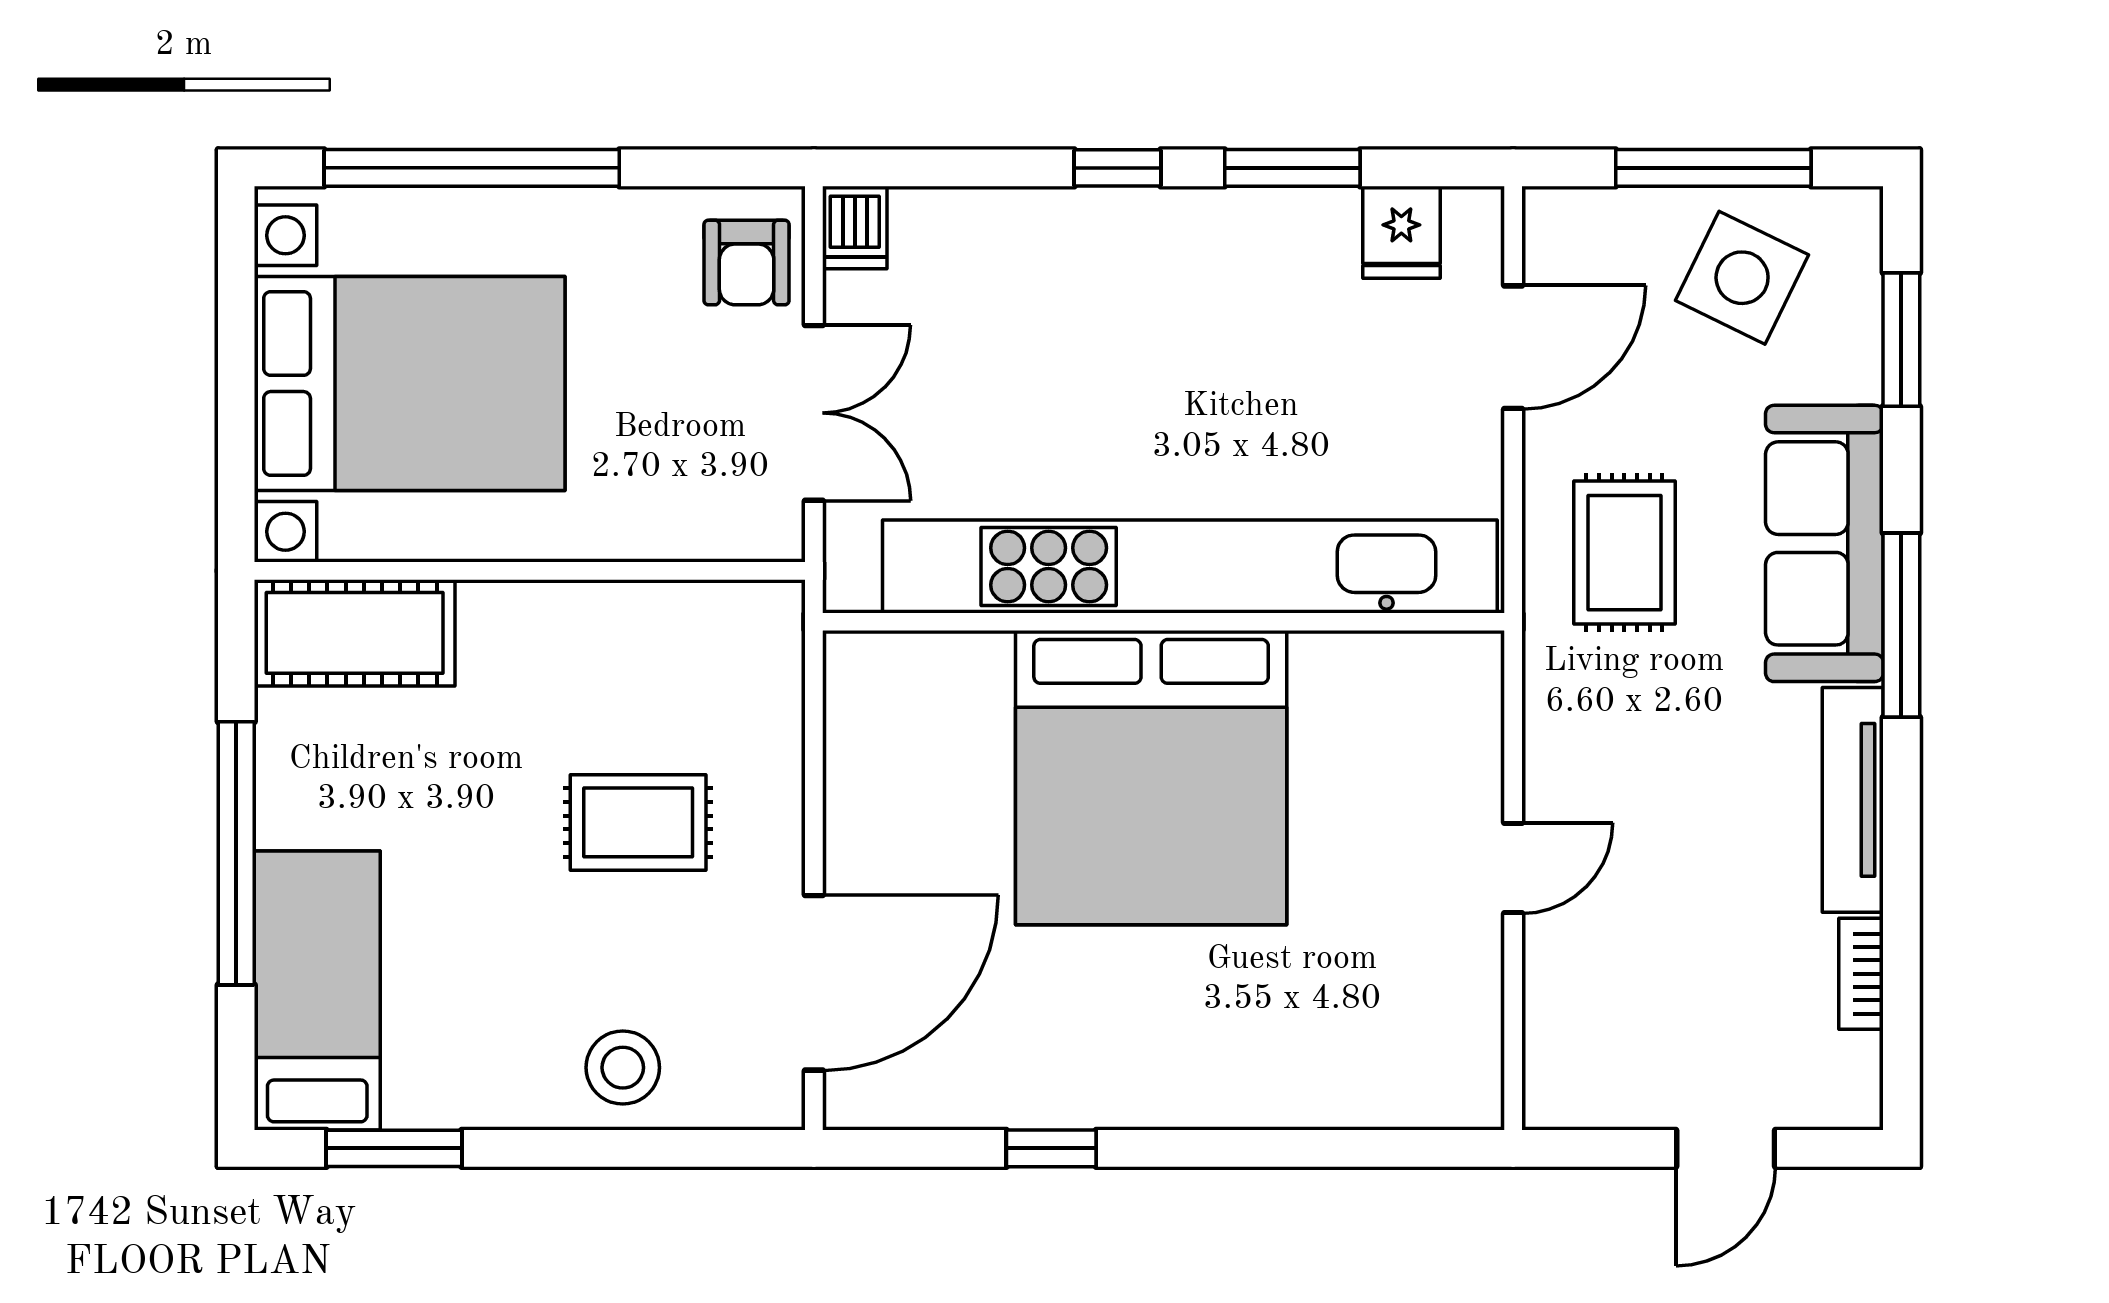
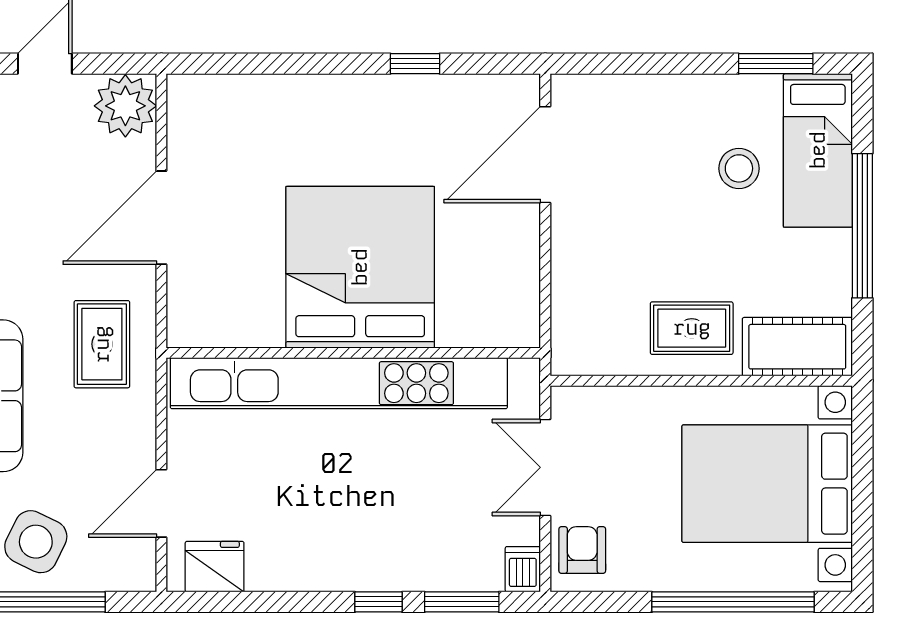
window: (1292, 168) -> (462, 602), moved
fridge: (1401, 232) -> (215, 567), width x1.38
rug: (1624, 553) -> (102, 344), moved
rug: (638, 822) -> (692, 328), moved
door: (1513, 868) -> (161, 218), width x1.88
stool: (623, 1068) -> (739, 168), moved
plant: (1579, 1072) -> (125, 106), added

